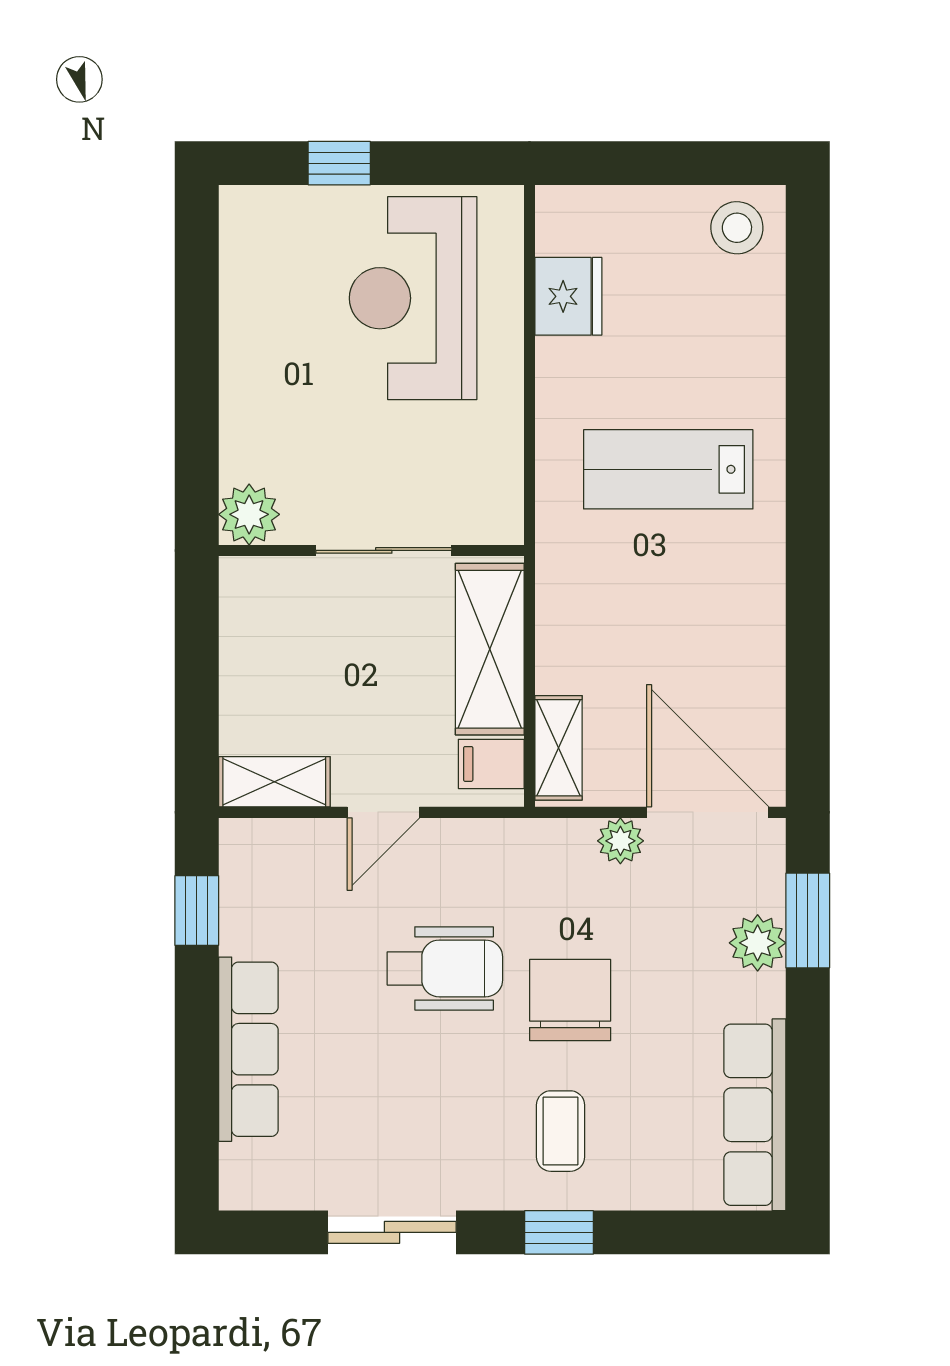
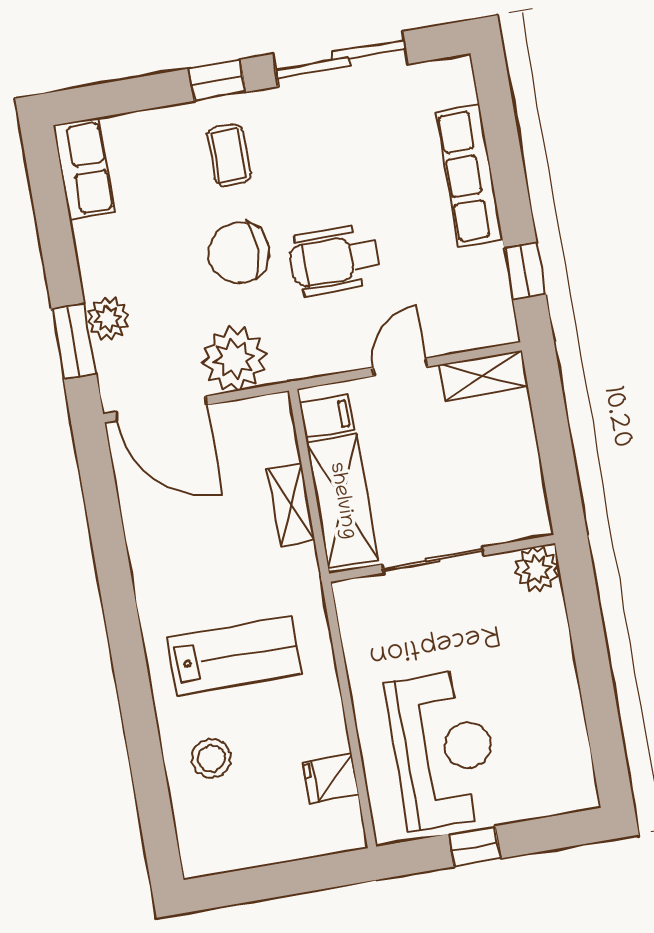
window: (339, 163) -> (475, 846), moved
stool: (737, 228) -> (211, 758), moved
fridge: (568, 296) -> (331, 778), width x0.72
shelving: (558, 748) -> (291, 504), moved
plant: (620, 841) -> (234, 359), width x1.87, depth x1.87
chair: (570, 1000) -> (239, 253), turned 90
row of seats: (755, 1115) -> (84, 169), width x0.68
sliding door: (392, 1232) -> (340, 59), width x1.37

